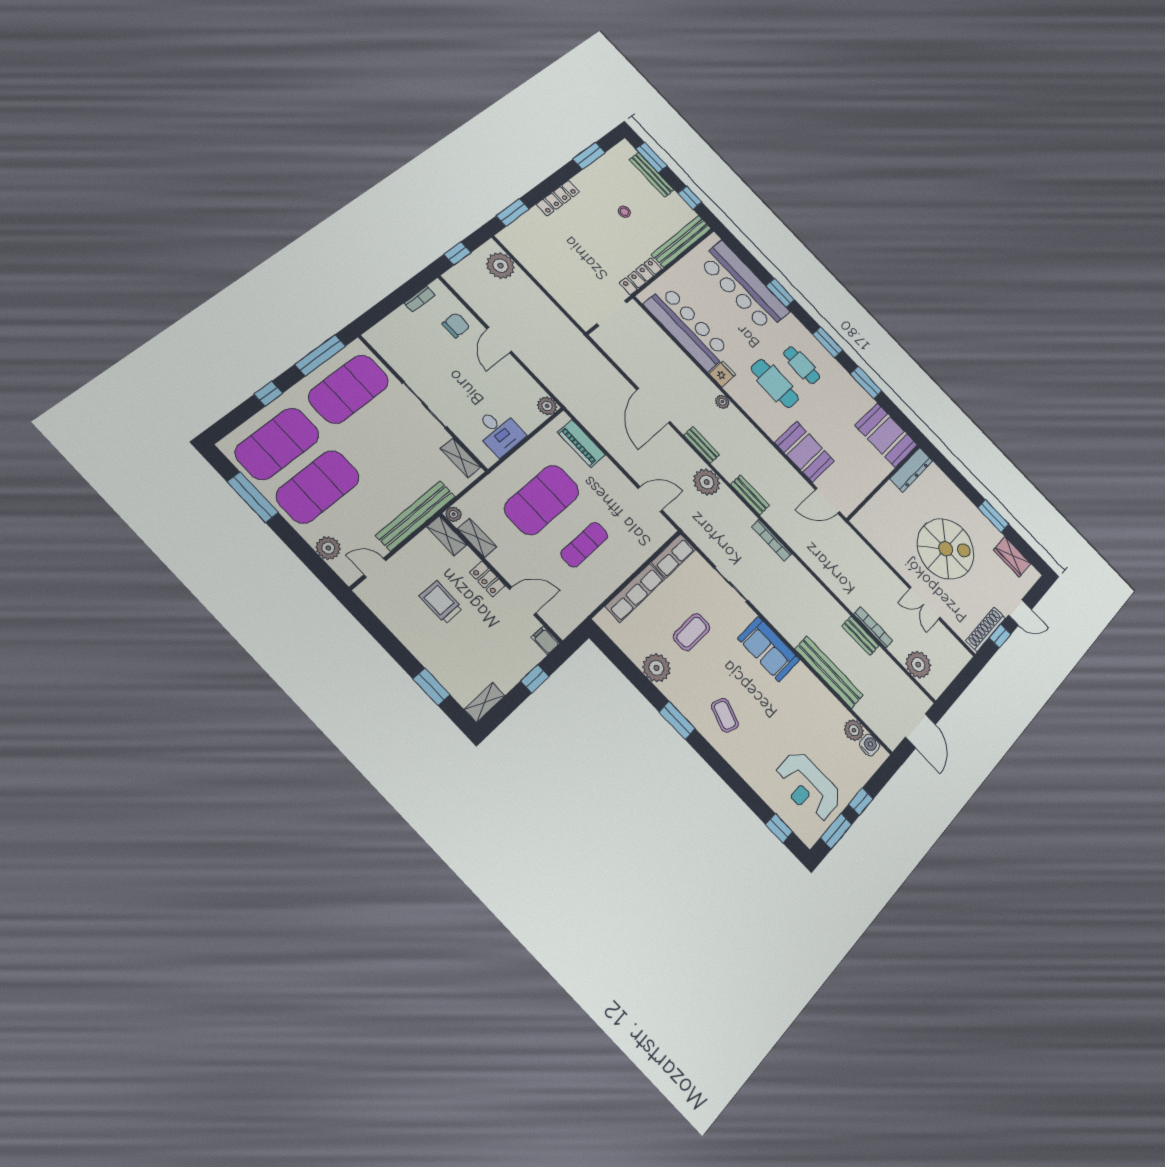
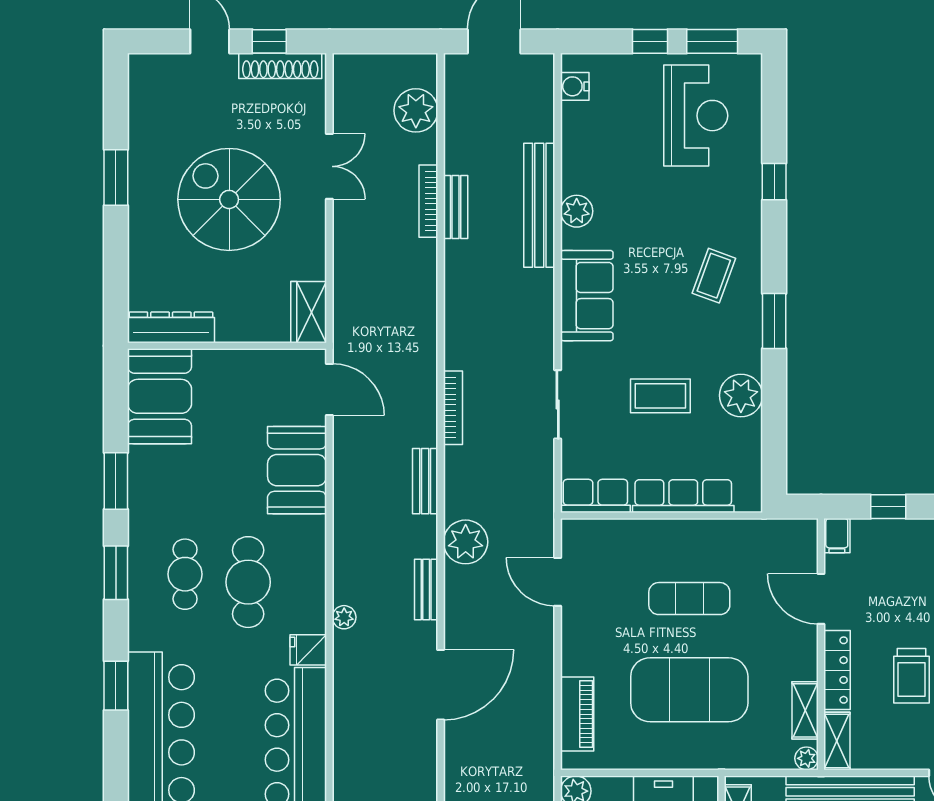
wardrobe: (1012, 557) -> (309, 312), moved, turned 180
locker: (487, 579) -> (837, 670), width x1.53
plant: (854, 730) -> (577, 211), moved
window: (779, 828) -> (774, 182), moved

